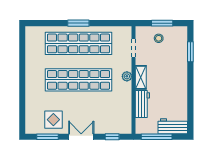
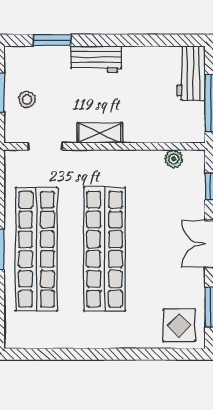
plant: (127, 76) -> (174, 159), moved
workbench: (142, 104) -> (96, 59), moved, turned 180
display table: (53, 120) -> (179, 325), moved

